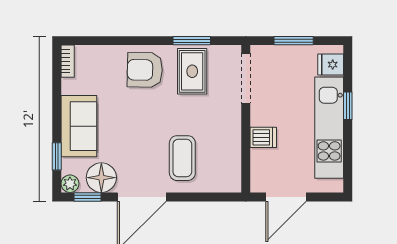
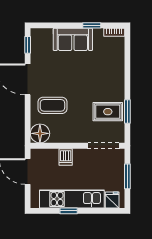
armchair: (145, 70) -> (109, 81), removed
window: (348, 106) -> (69, 211), moved
window: (57, 156) -> (92, 25), moved
floor lamp: (101, 178) -> (40, 133), moved
plant: (70, 184) -> (36, 34), removed

